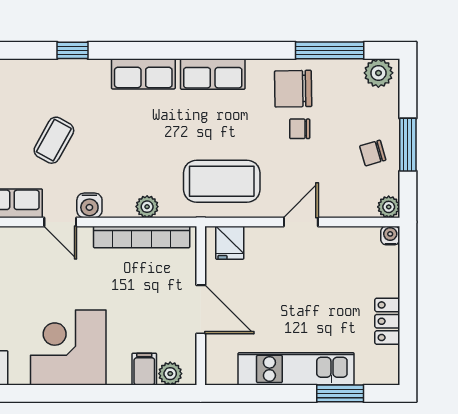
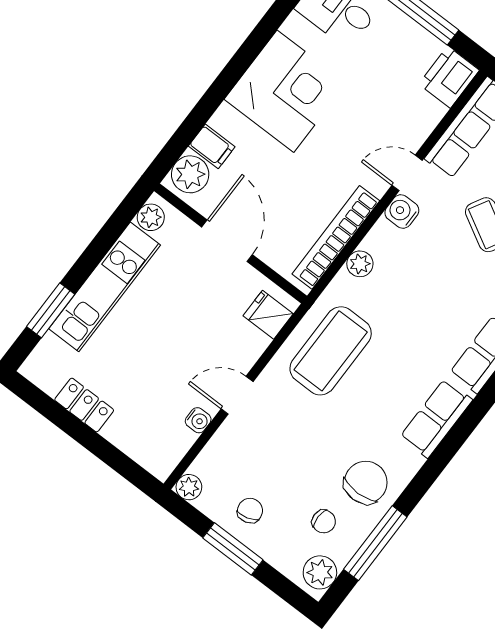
chair: (300, 129) -> (324, 521), moved, turned 90
door: (301, 222) -> (237, 395), swing flipped
water cooler: (390, 235) -> (198, 420), moved
door: (201, 309) -> (227, 241), swing flipped
plant: (170, 374) -> (190, 174), width x1.38, depth x1.38
plant: (224, 374) -> (151, 217), added

